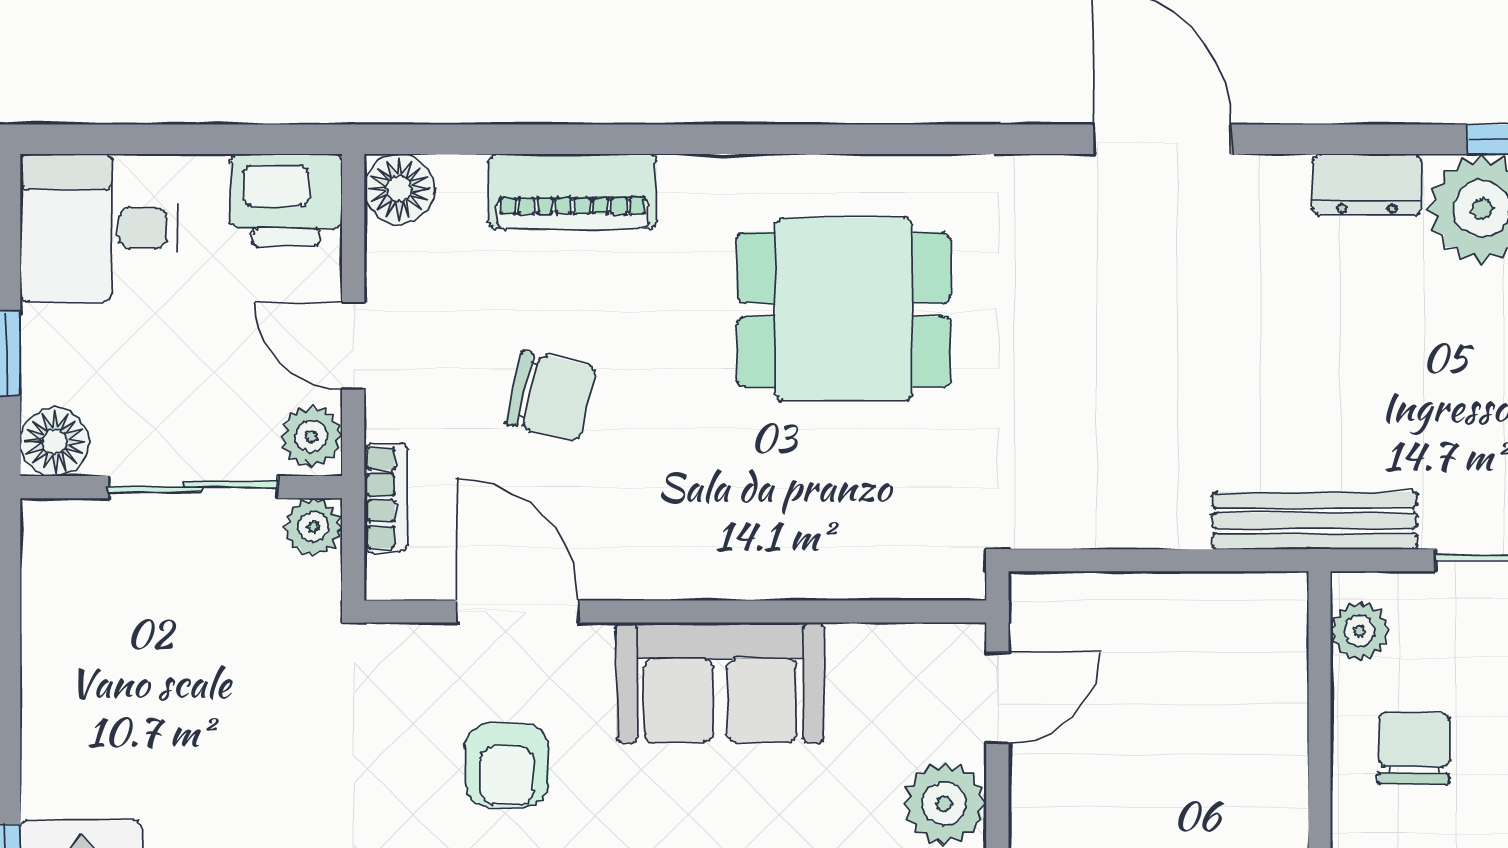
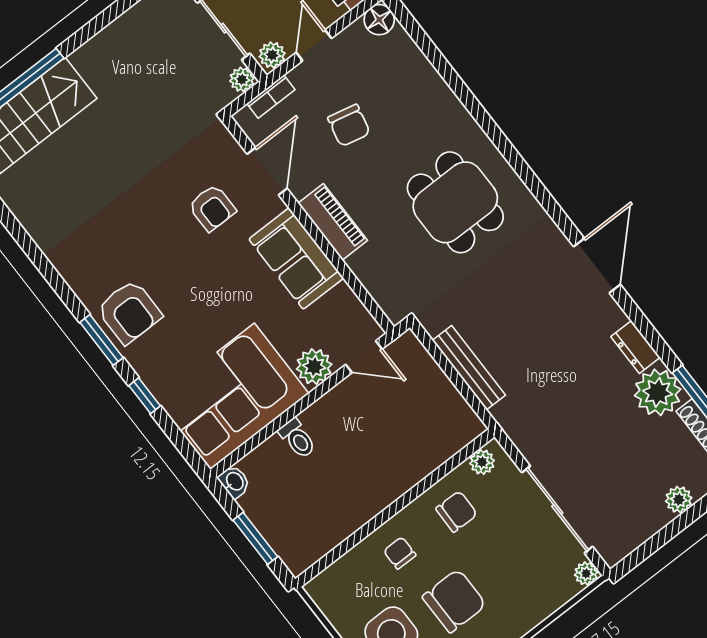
piano: (573, 192) -> (333, 222), moved, turned 180
bench: (1315, 521) -> (469, 368), moved
armchair: (507, 765) -> (212, 208), turned -90

